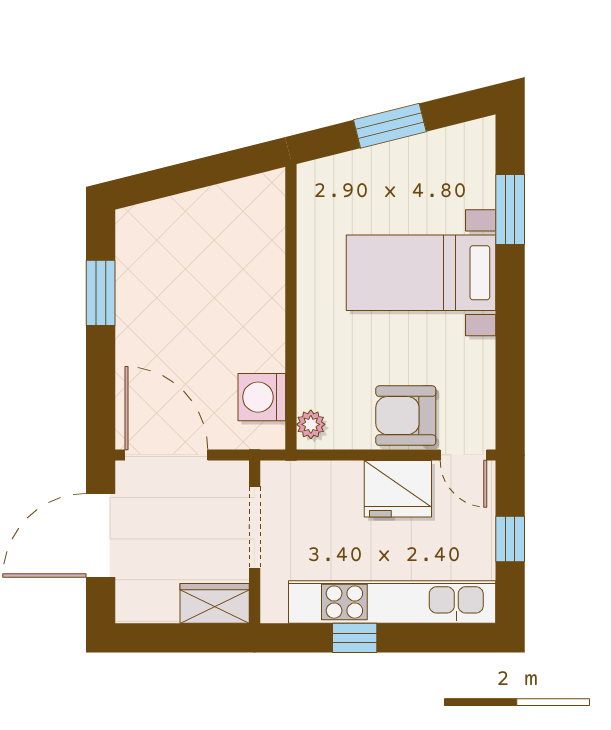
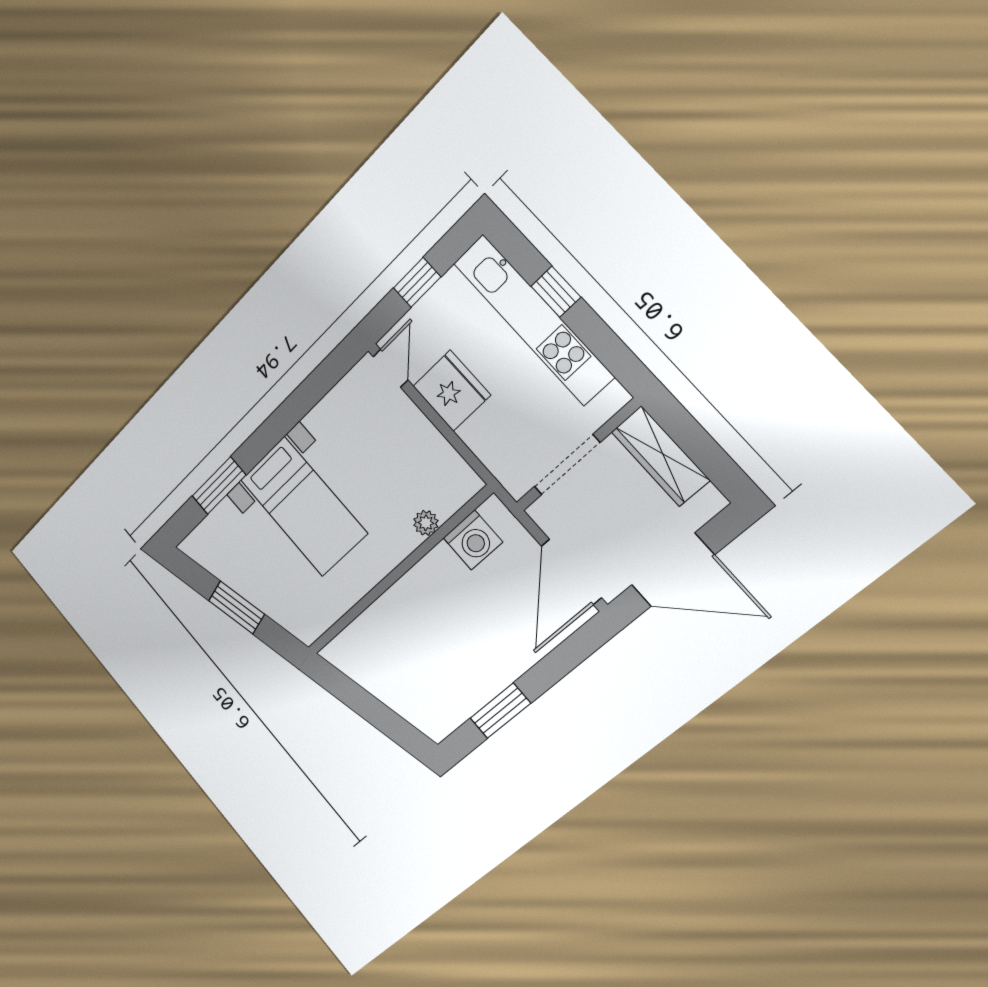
armchair: (406, 416) -> (399, 431), removed
plant: (311, 424) -> (426, 523), moved
wardrobe: (215, 603) -> (660, 456), width x1.50
window: (355, 638) -> (556, 292), moved

